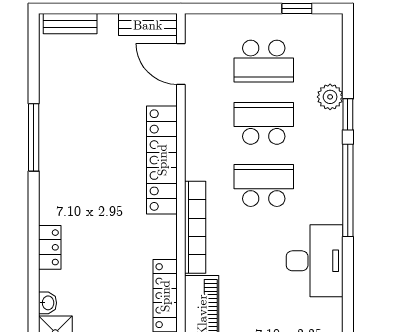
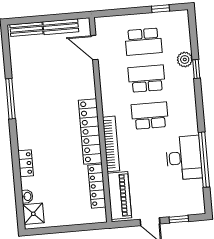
bench: (148, 25) -> (61, 27), moved
locker: (162, 160) -> (90, 131), moved
window: (348, 190) -> (204, 160), moved

